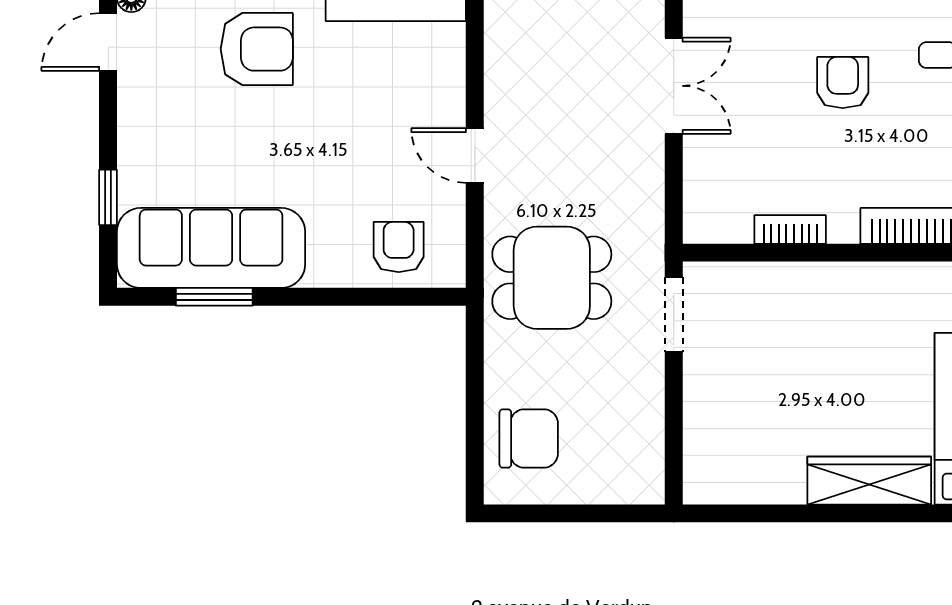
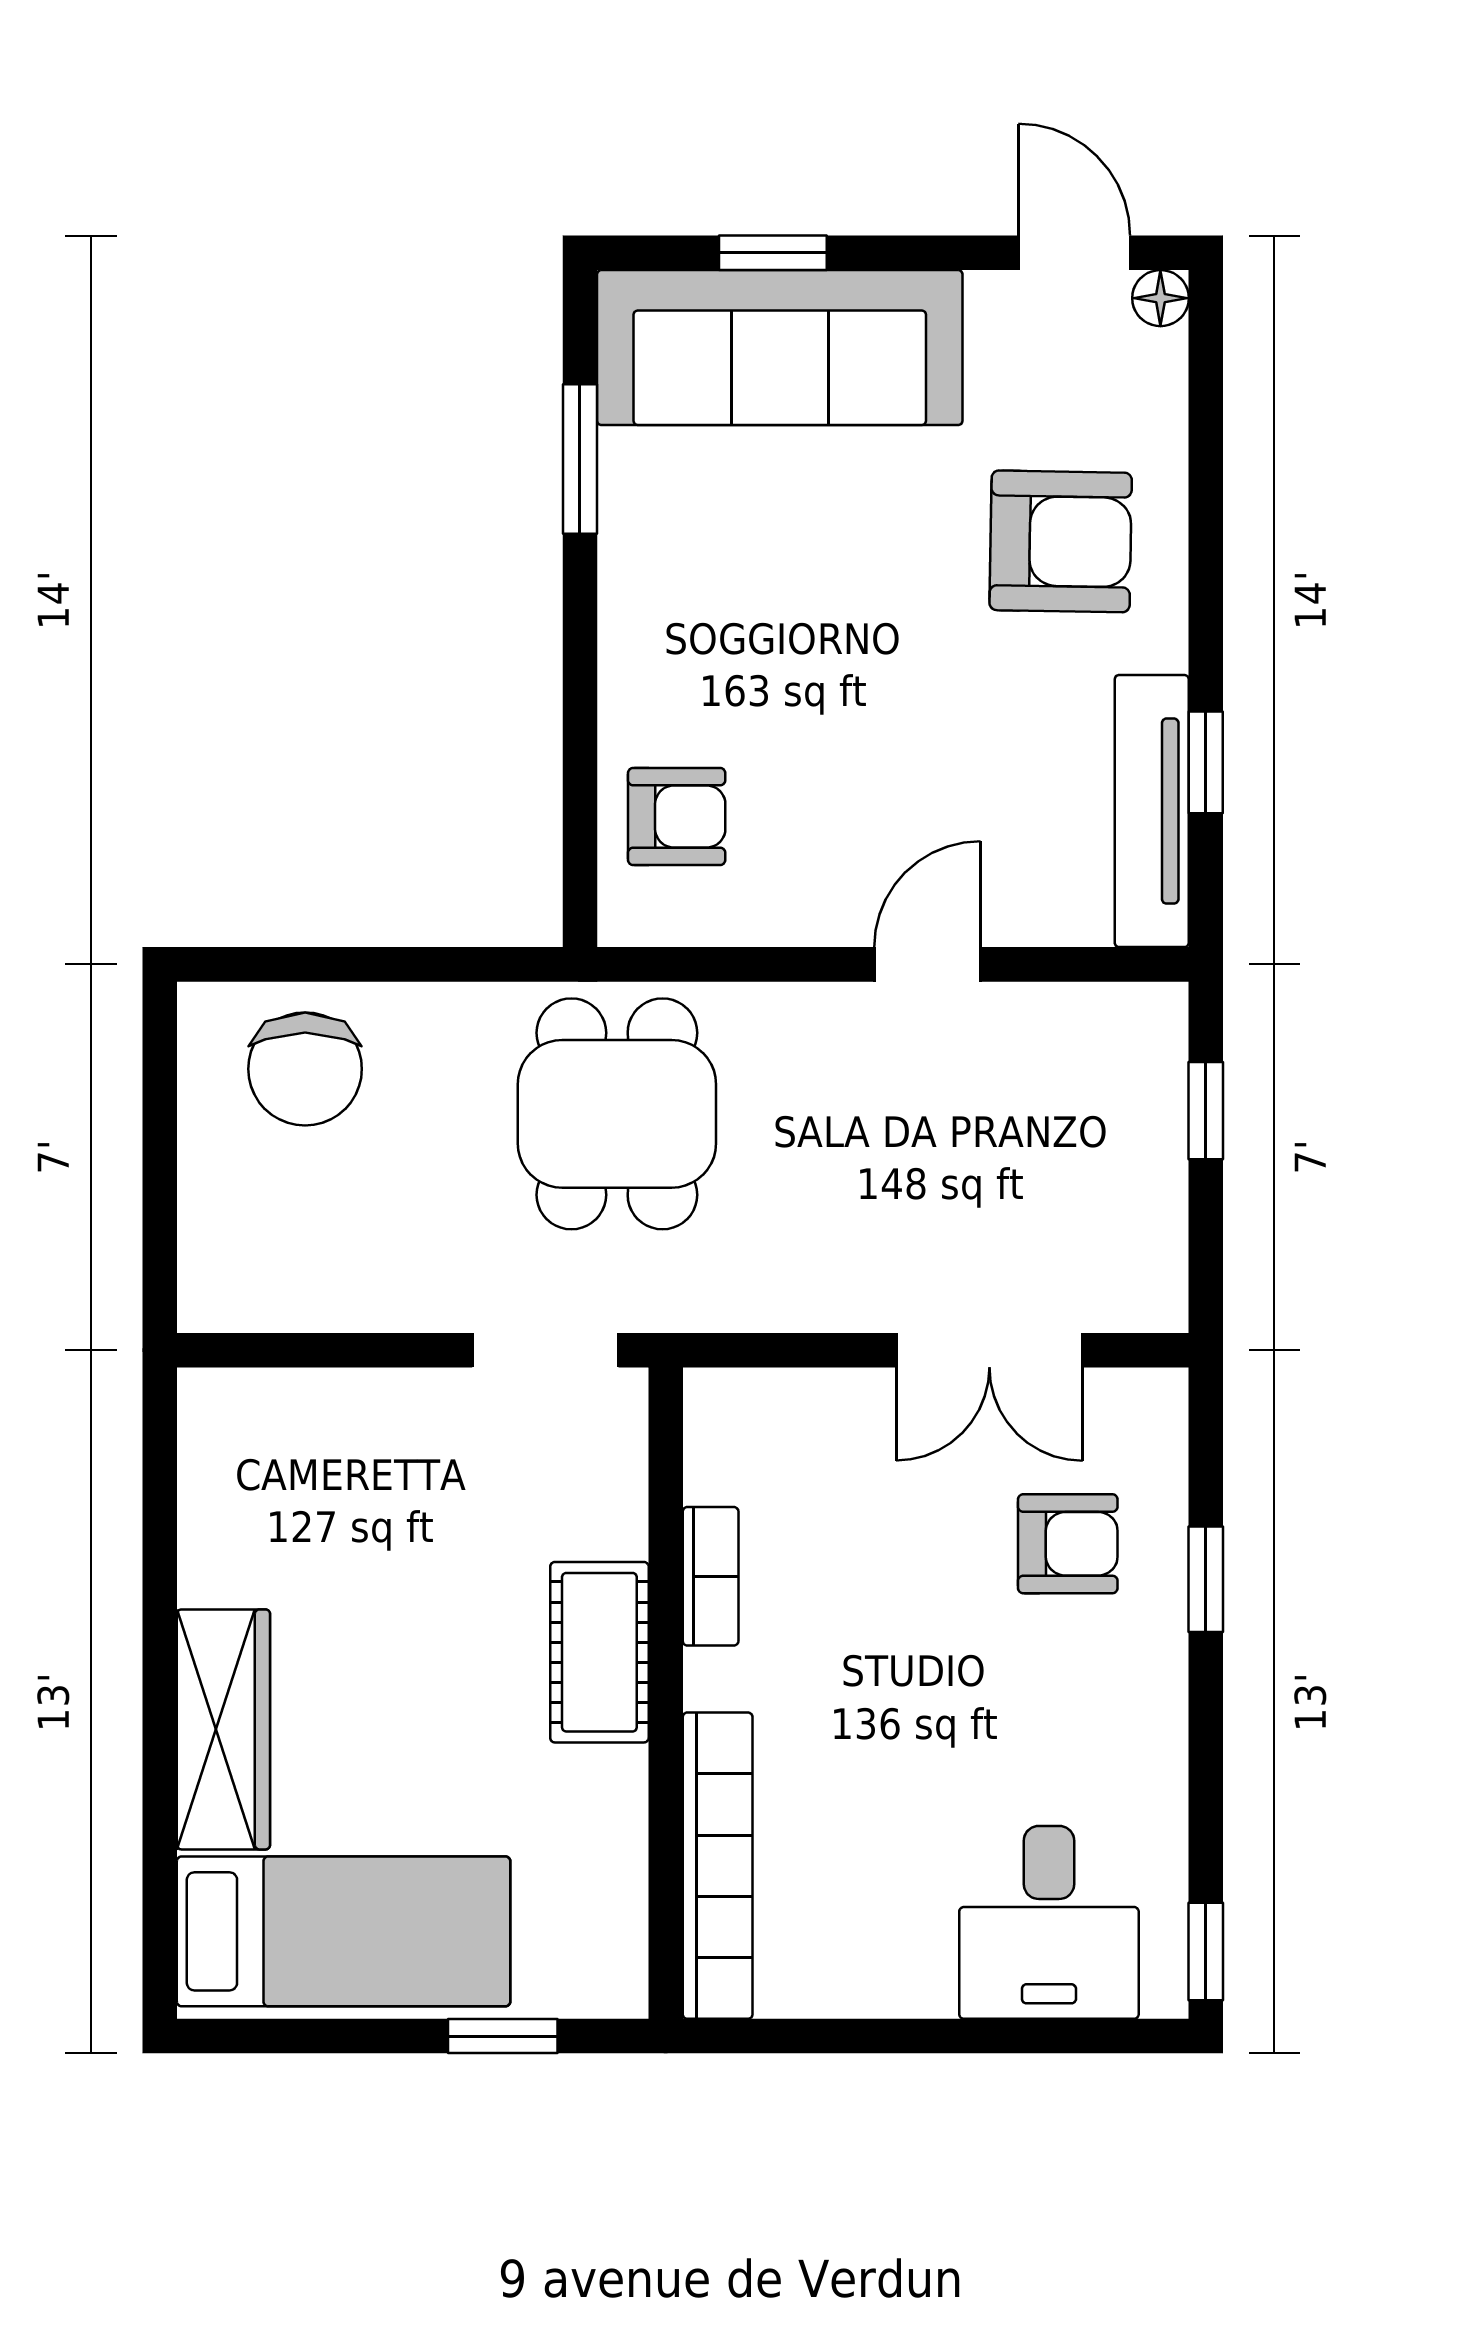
armchair: (257, 49) -> (1061, 541), turned -89
armchair: (843, 83) -> (1068, 1544), moved
door: (475, 155) -> (927, 964), moved
sofa: (211, 248) -> (780, 348), moved, turned 90
cot: (829, 287) -> (599, 1652), added

